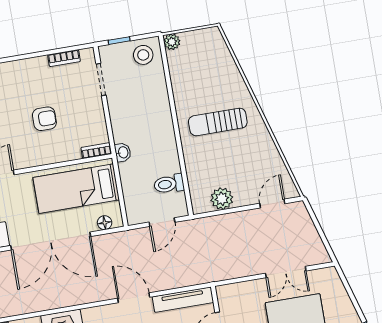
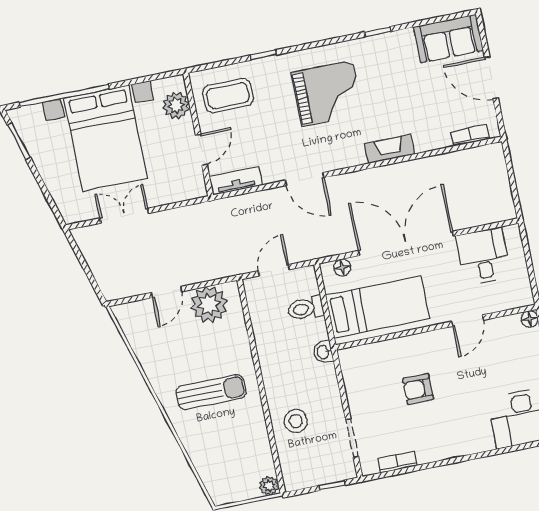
stool: (143, 55) -> (296, 421), moved
bookcase: (96, 151) -> (355, 353), removed
toilet: (169, 184) -> (306, 308), moved, turned 180
plant: (222, 199) -> (209, 305), width x1.36, depth x1.36
door: (272, 203) -> (167, 292), moved
tv unit: (183, 300) -> (236, 181), width x0.71

